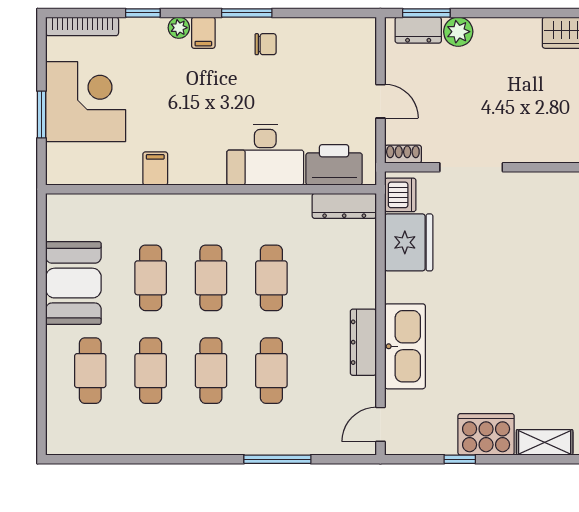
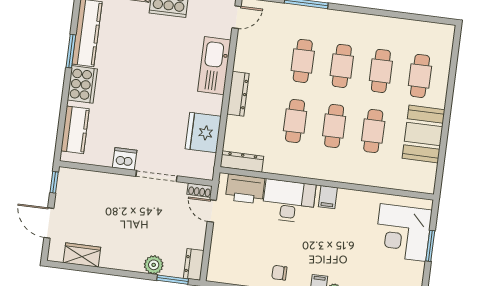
dresser: (418, 30) -> (194, 264), moved, turned -90
door: (380, 101) -> (212, 211), moved
corner desk: (86, 102) -> (403, 233), moved
filing cabinet: (155, 168) -> (328, 197), moved
dishwasher: (400, 195) -> (125, 159), moved, turned 90
dresser: (363, 342) -> (238, 94), moved

